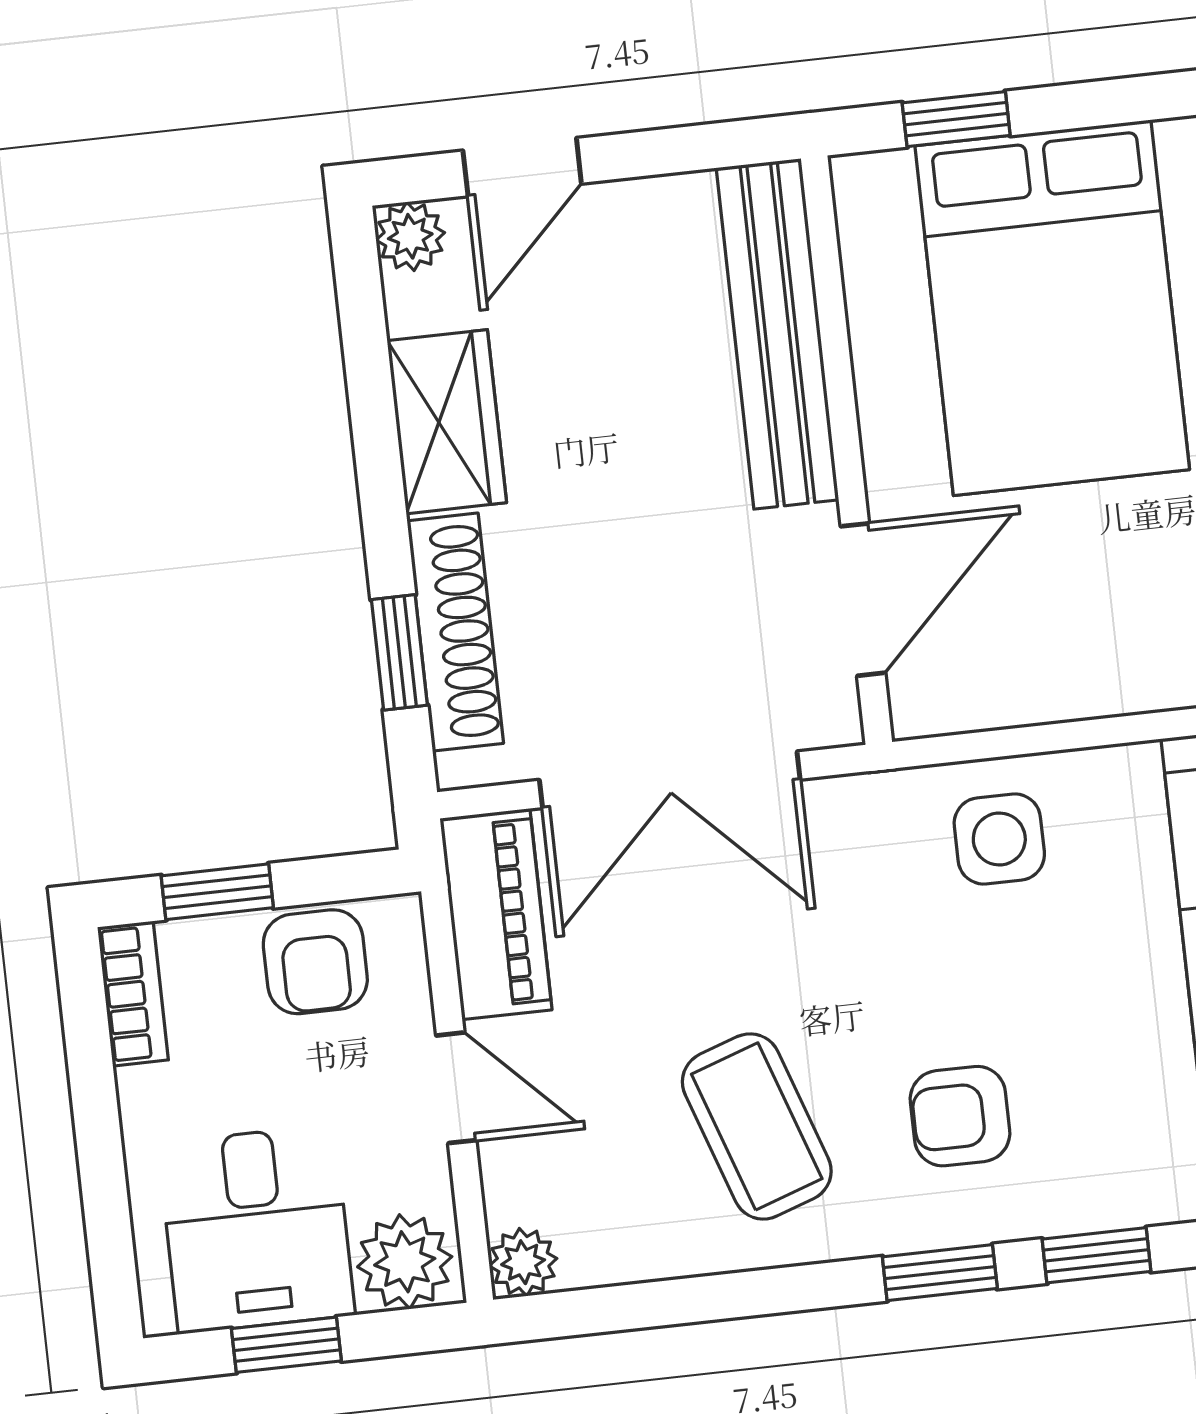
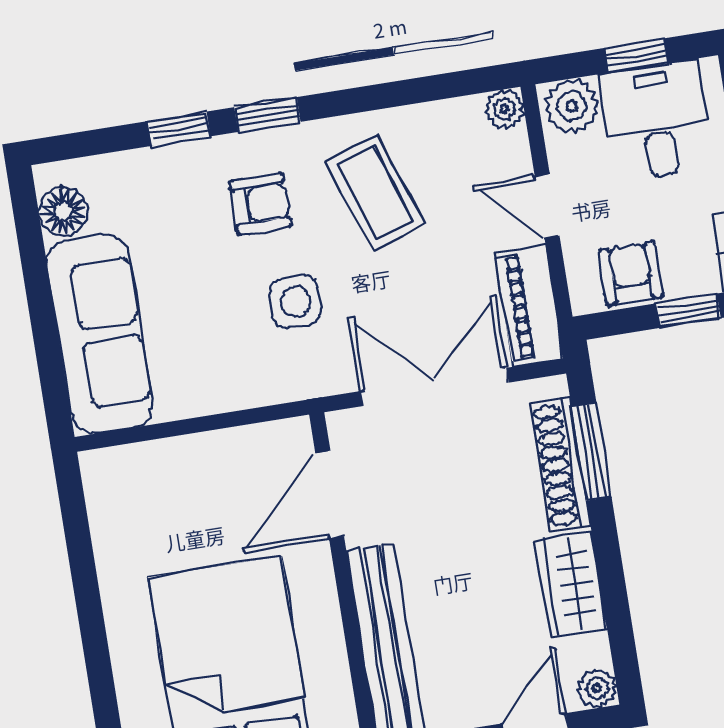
window: (399, 652) -> (592, 452), width x1.50
side table: (999, 839) -> (295, 302), moved

